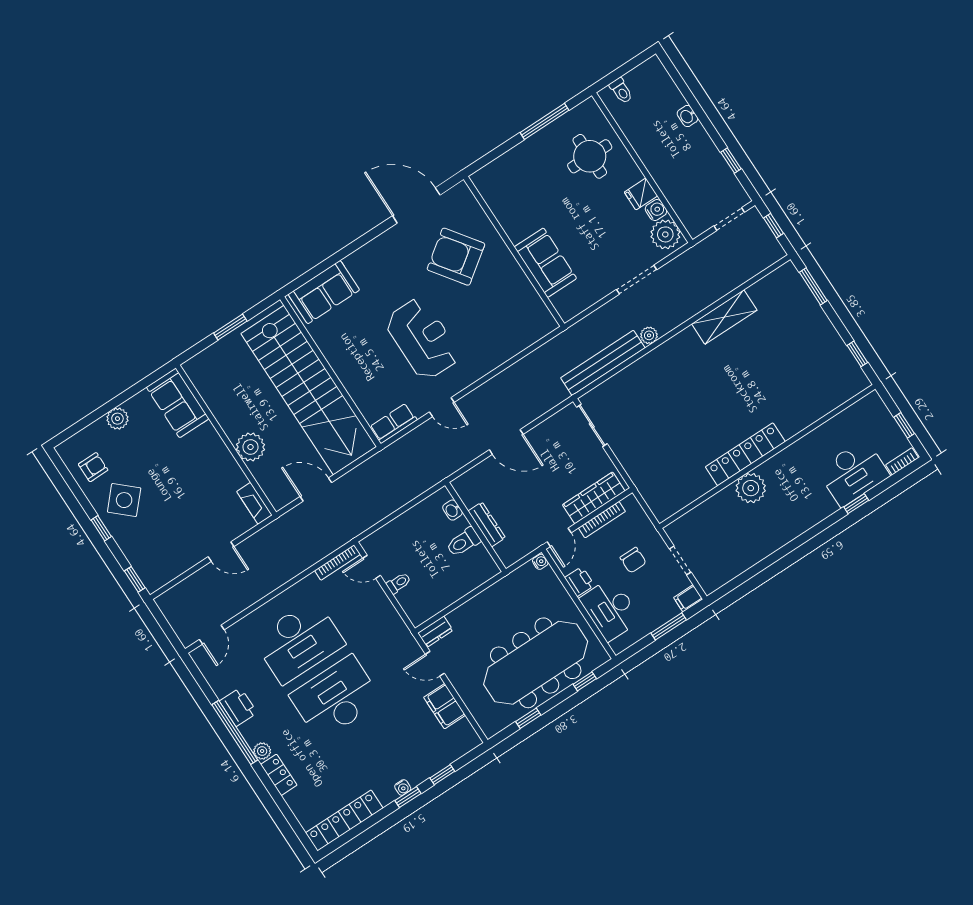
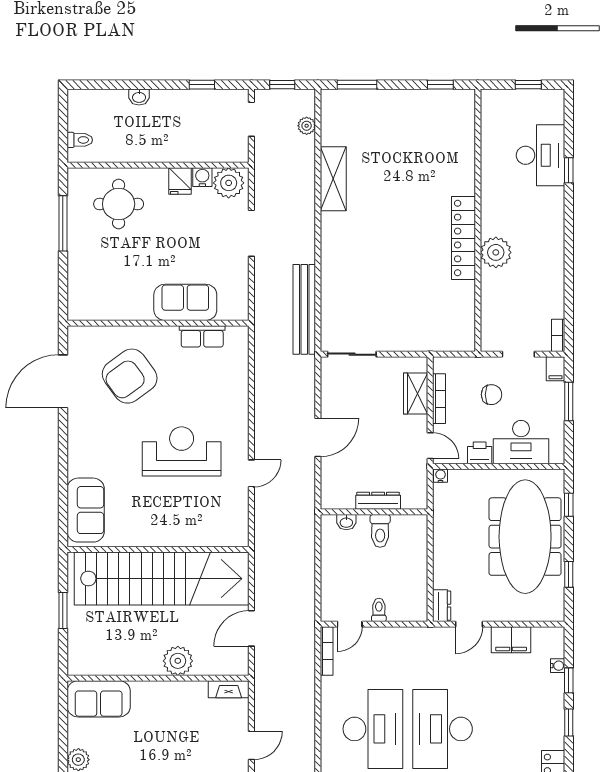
plant: (649, 335) -> (307, 126), moved
row of seats: (393, 423) -> (202, 336), moved, turned -90
bookcase: (902, 461) -> (558, 335), moved
wardrobe: (594, 498) -> (416, 393), width x0.67
water cooler: (403, 787) -> (558, 666), moved

